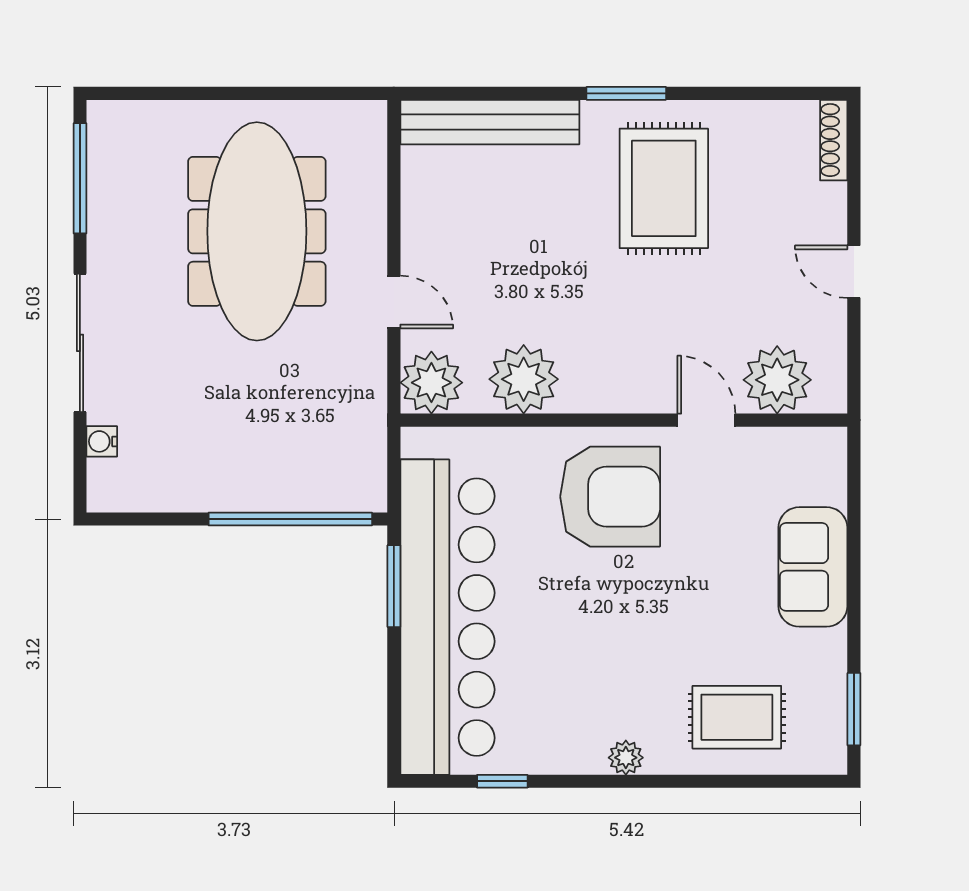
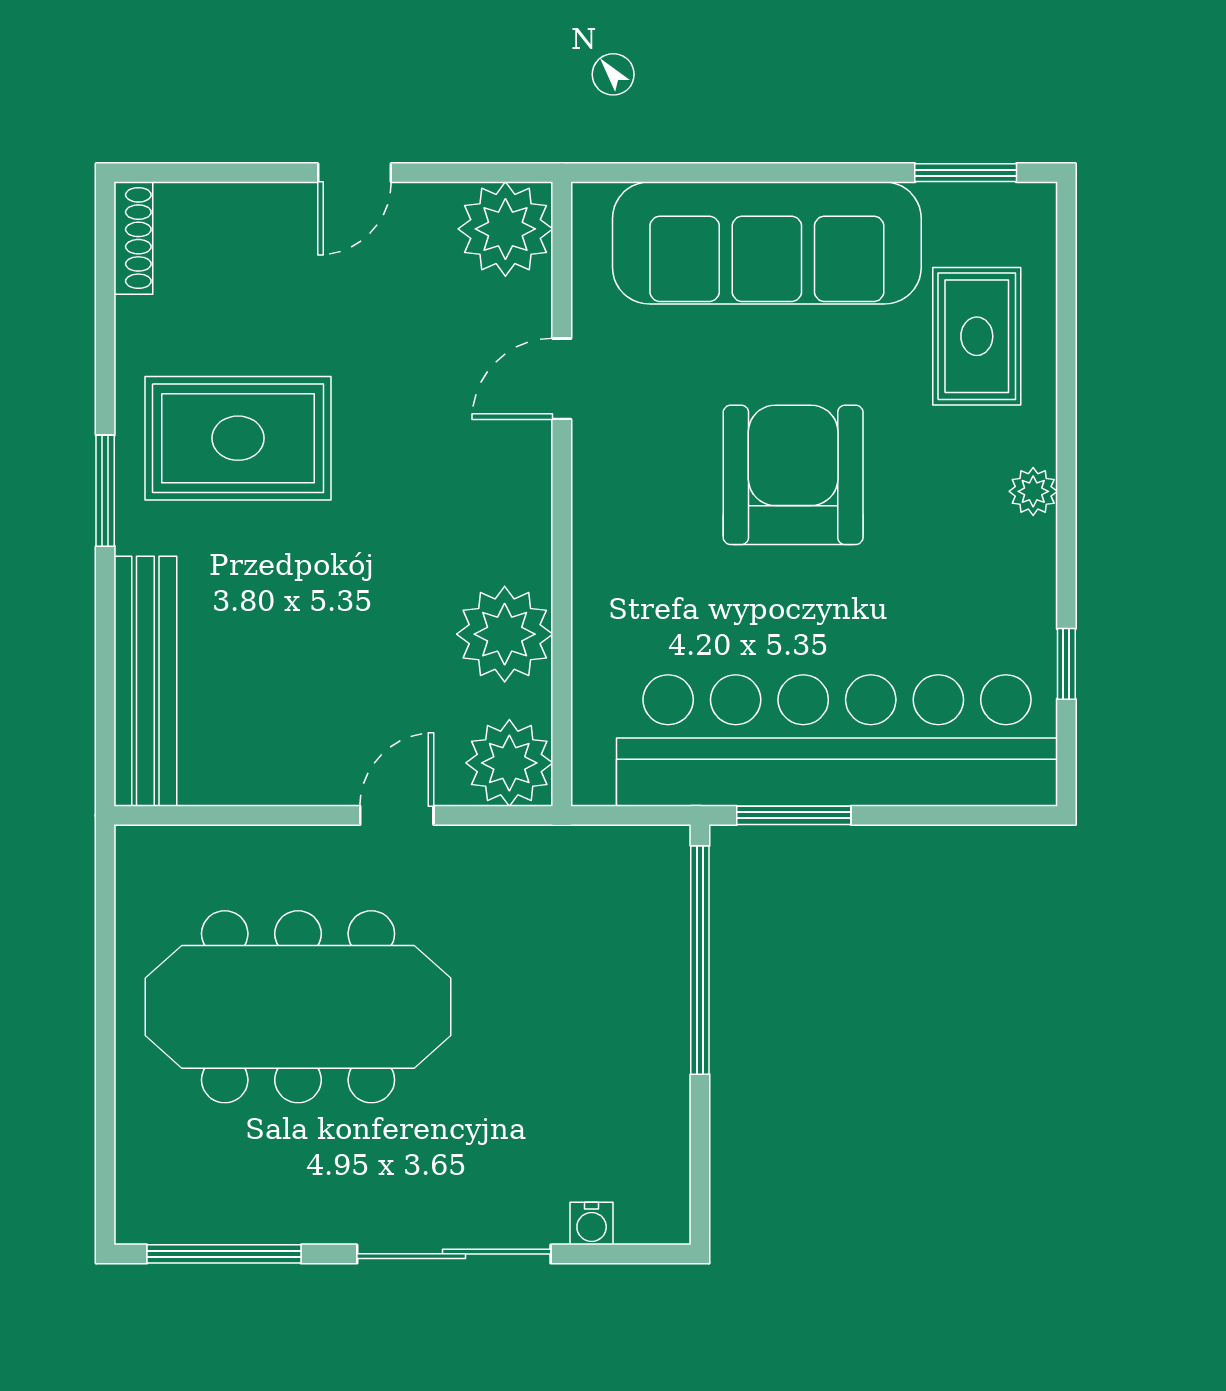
shoe rack: (834, 140) -> (133, 238), moved, turned -90
plant: (777, 380) -> (505, 229), moved
armchair: (610, 497) -> (793, 475), moved
sofa: (813, 567) -> (767, 243), width x1.85, depth x1.27

